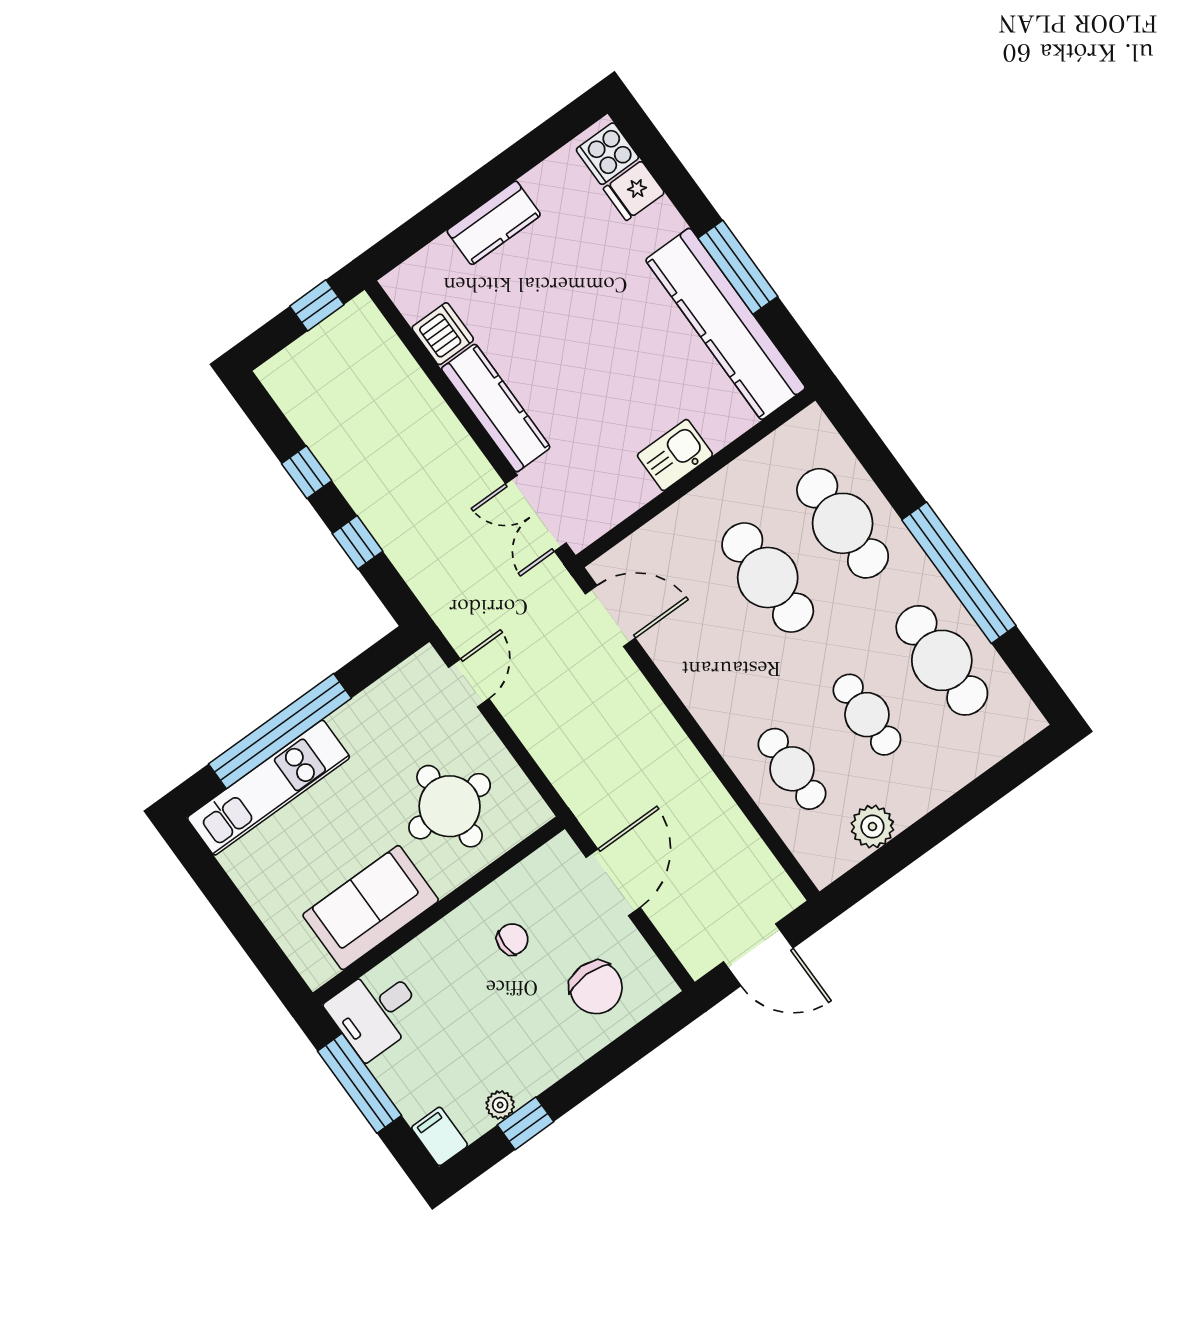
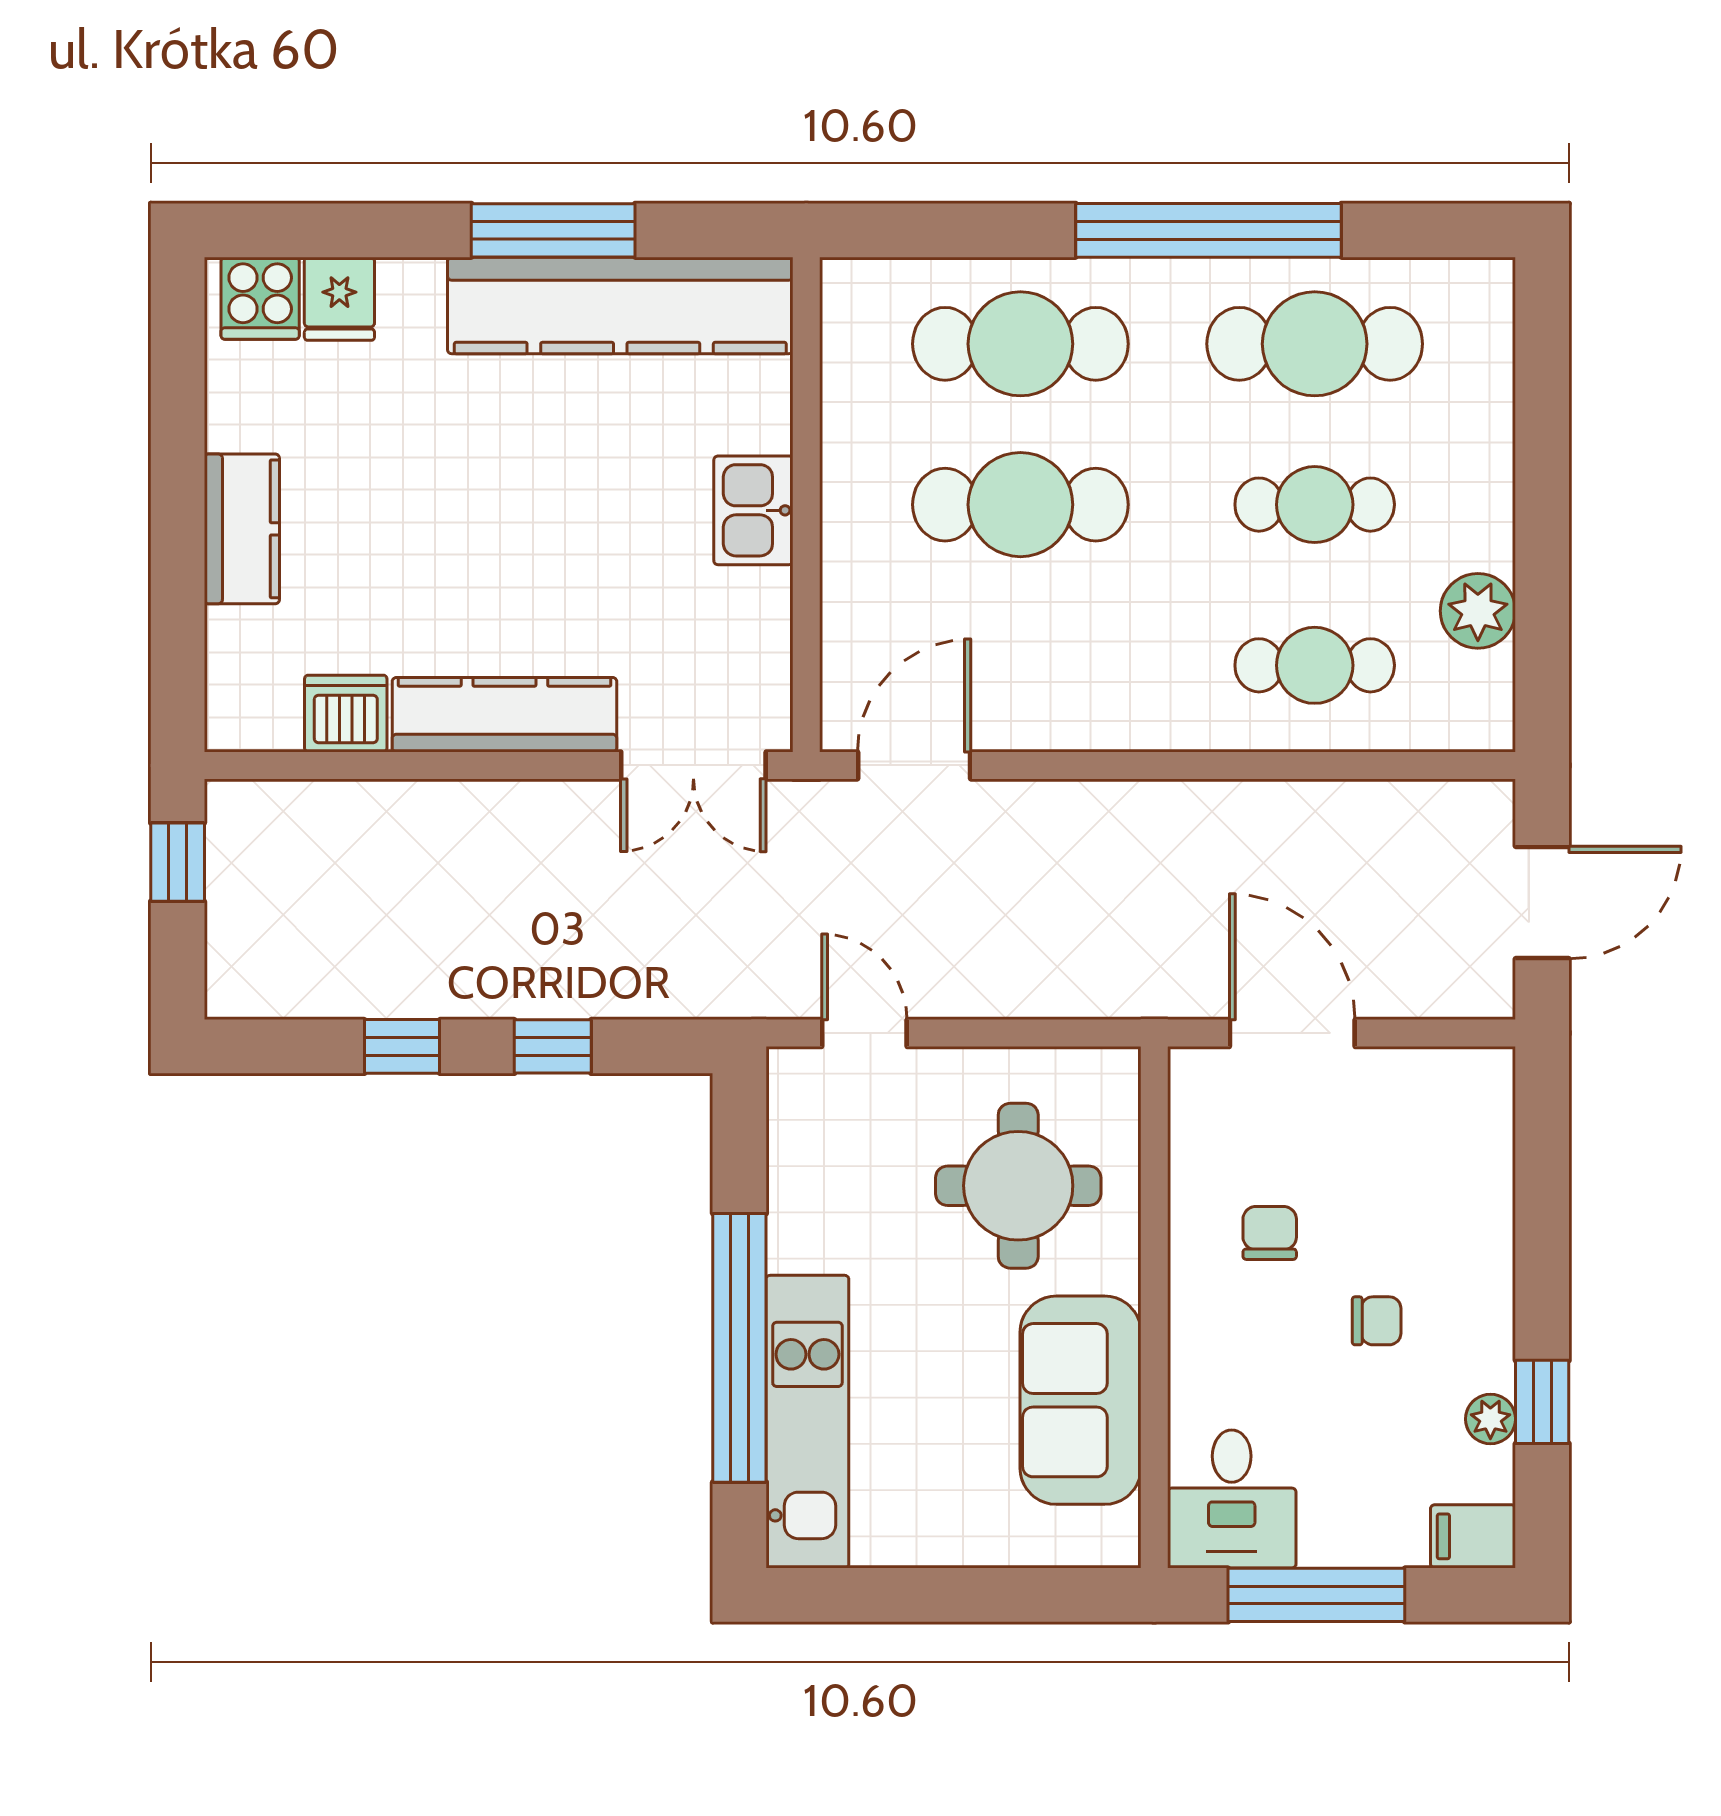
chair: (596, 988) -> (1377, 1321), moved, width x0.54, depth x0.54

